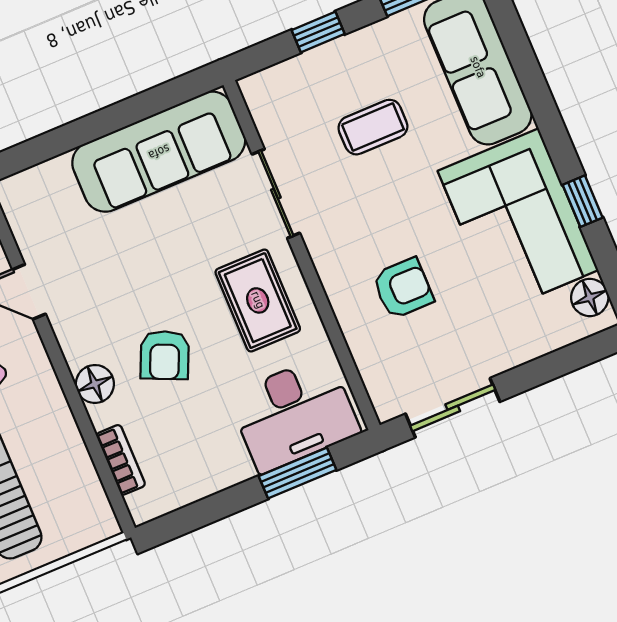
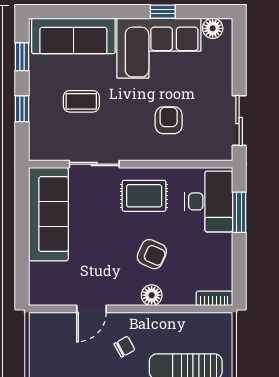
coffee table: (373, 127) -> (81, 101), turned 90
bookcase: (121, 460) -> (214, 298), moved

